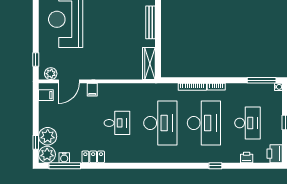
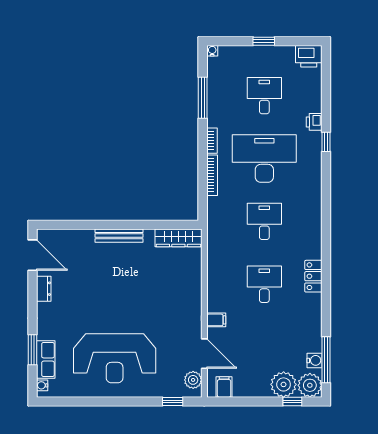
window: (262, 80) -> (203, 98), moved
desk: (160, 123) -> (264, 221), width x0.53, depth x0.77
desk: (247, 123) -> (264, 96), width x0.73
locker: (93, 157) -> (313, 276), moved
printer: (247, 157) -> (314, 122), moved

